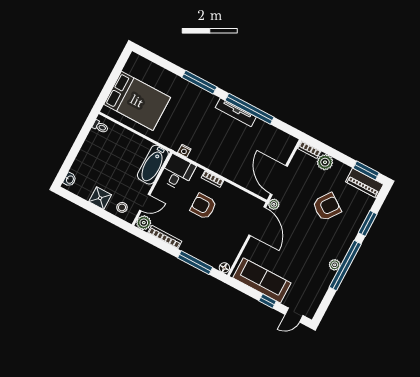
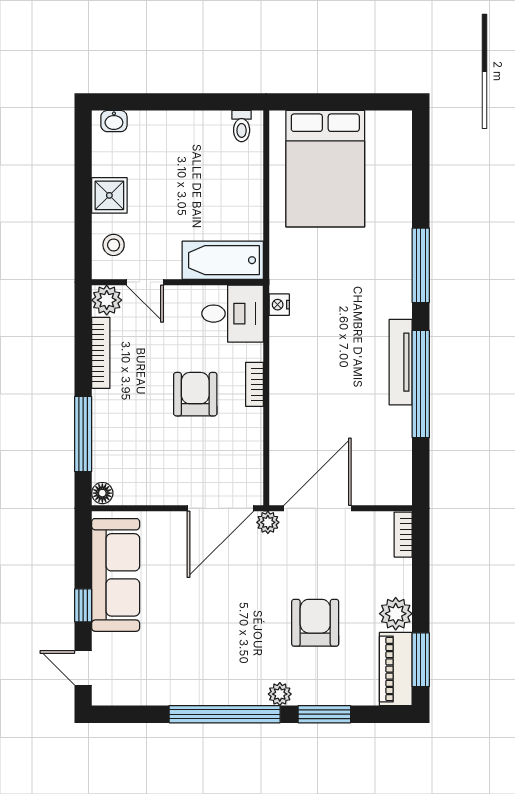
plant: (325, 162) -> (396, 614), moved
armchair: (327, 207) -> (315, 623), turned -126
plant: (335, 265) -> (280, 694), moved

